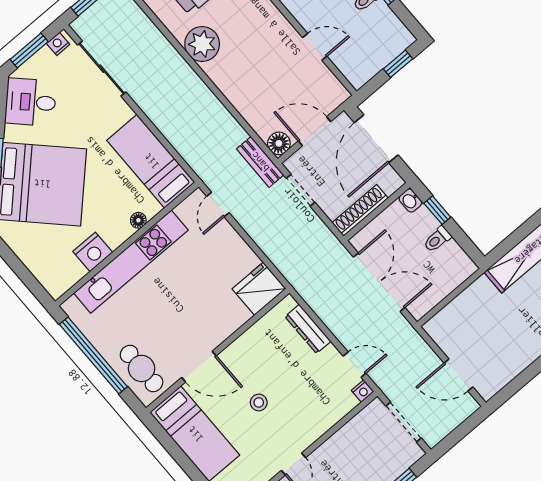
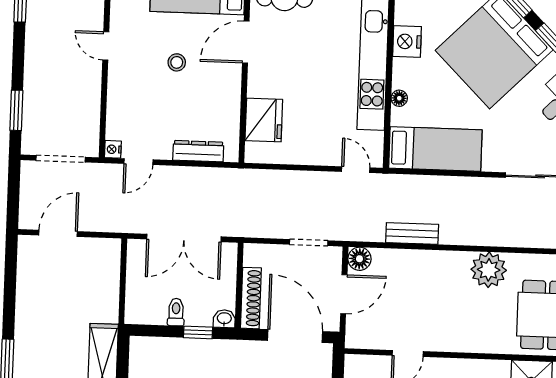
bench: (260, 162) -> (412, 233), moved
shoe rack: (360, 210) -> (251, 298), moved
fridge: (259, 289) -> (264, 120), moved

